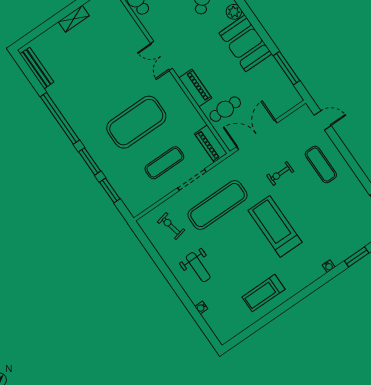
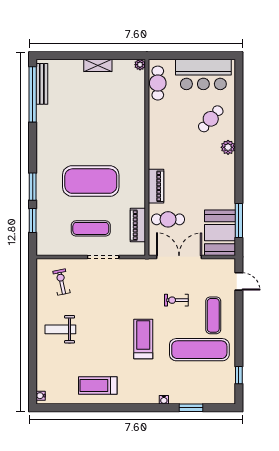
booth: (245, 43) -> (220, 233), moved
double door: (162, 56) -> (147, 143), removed
window: (60, 118) -> (33, 94), moved
piano: (211, 144) -> (138, 225), moved
exercise mat: (218, 205) -> (199, 350), moved
treadmill: (275, 226) -> (143, 339), width x0.73, depth x0.73
weight bench: (198, 267) -> (60, 329), turned 90
water cooler: (201, 308) -> (41, 396), moved

